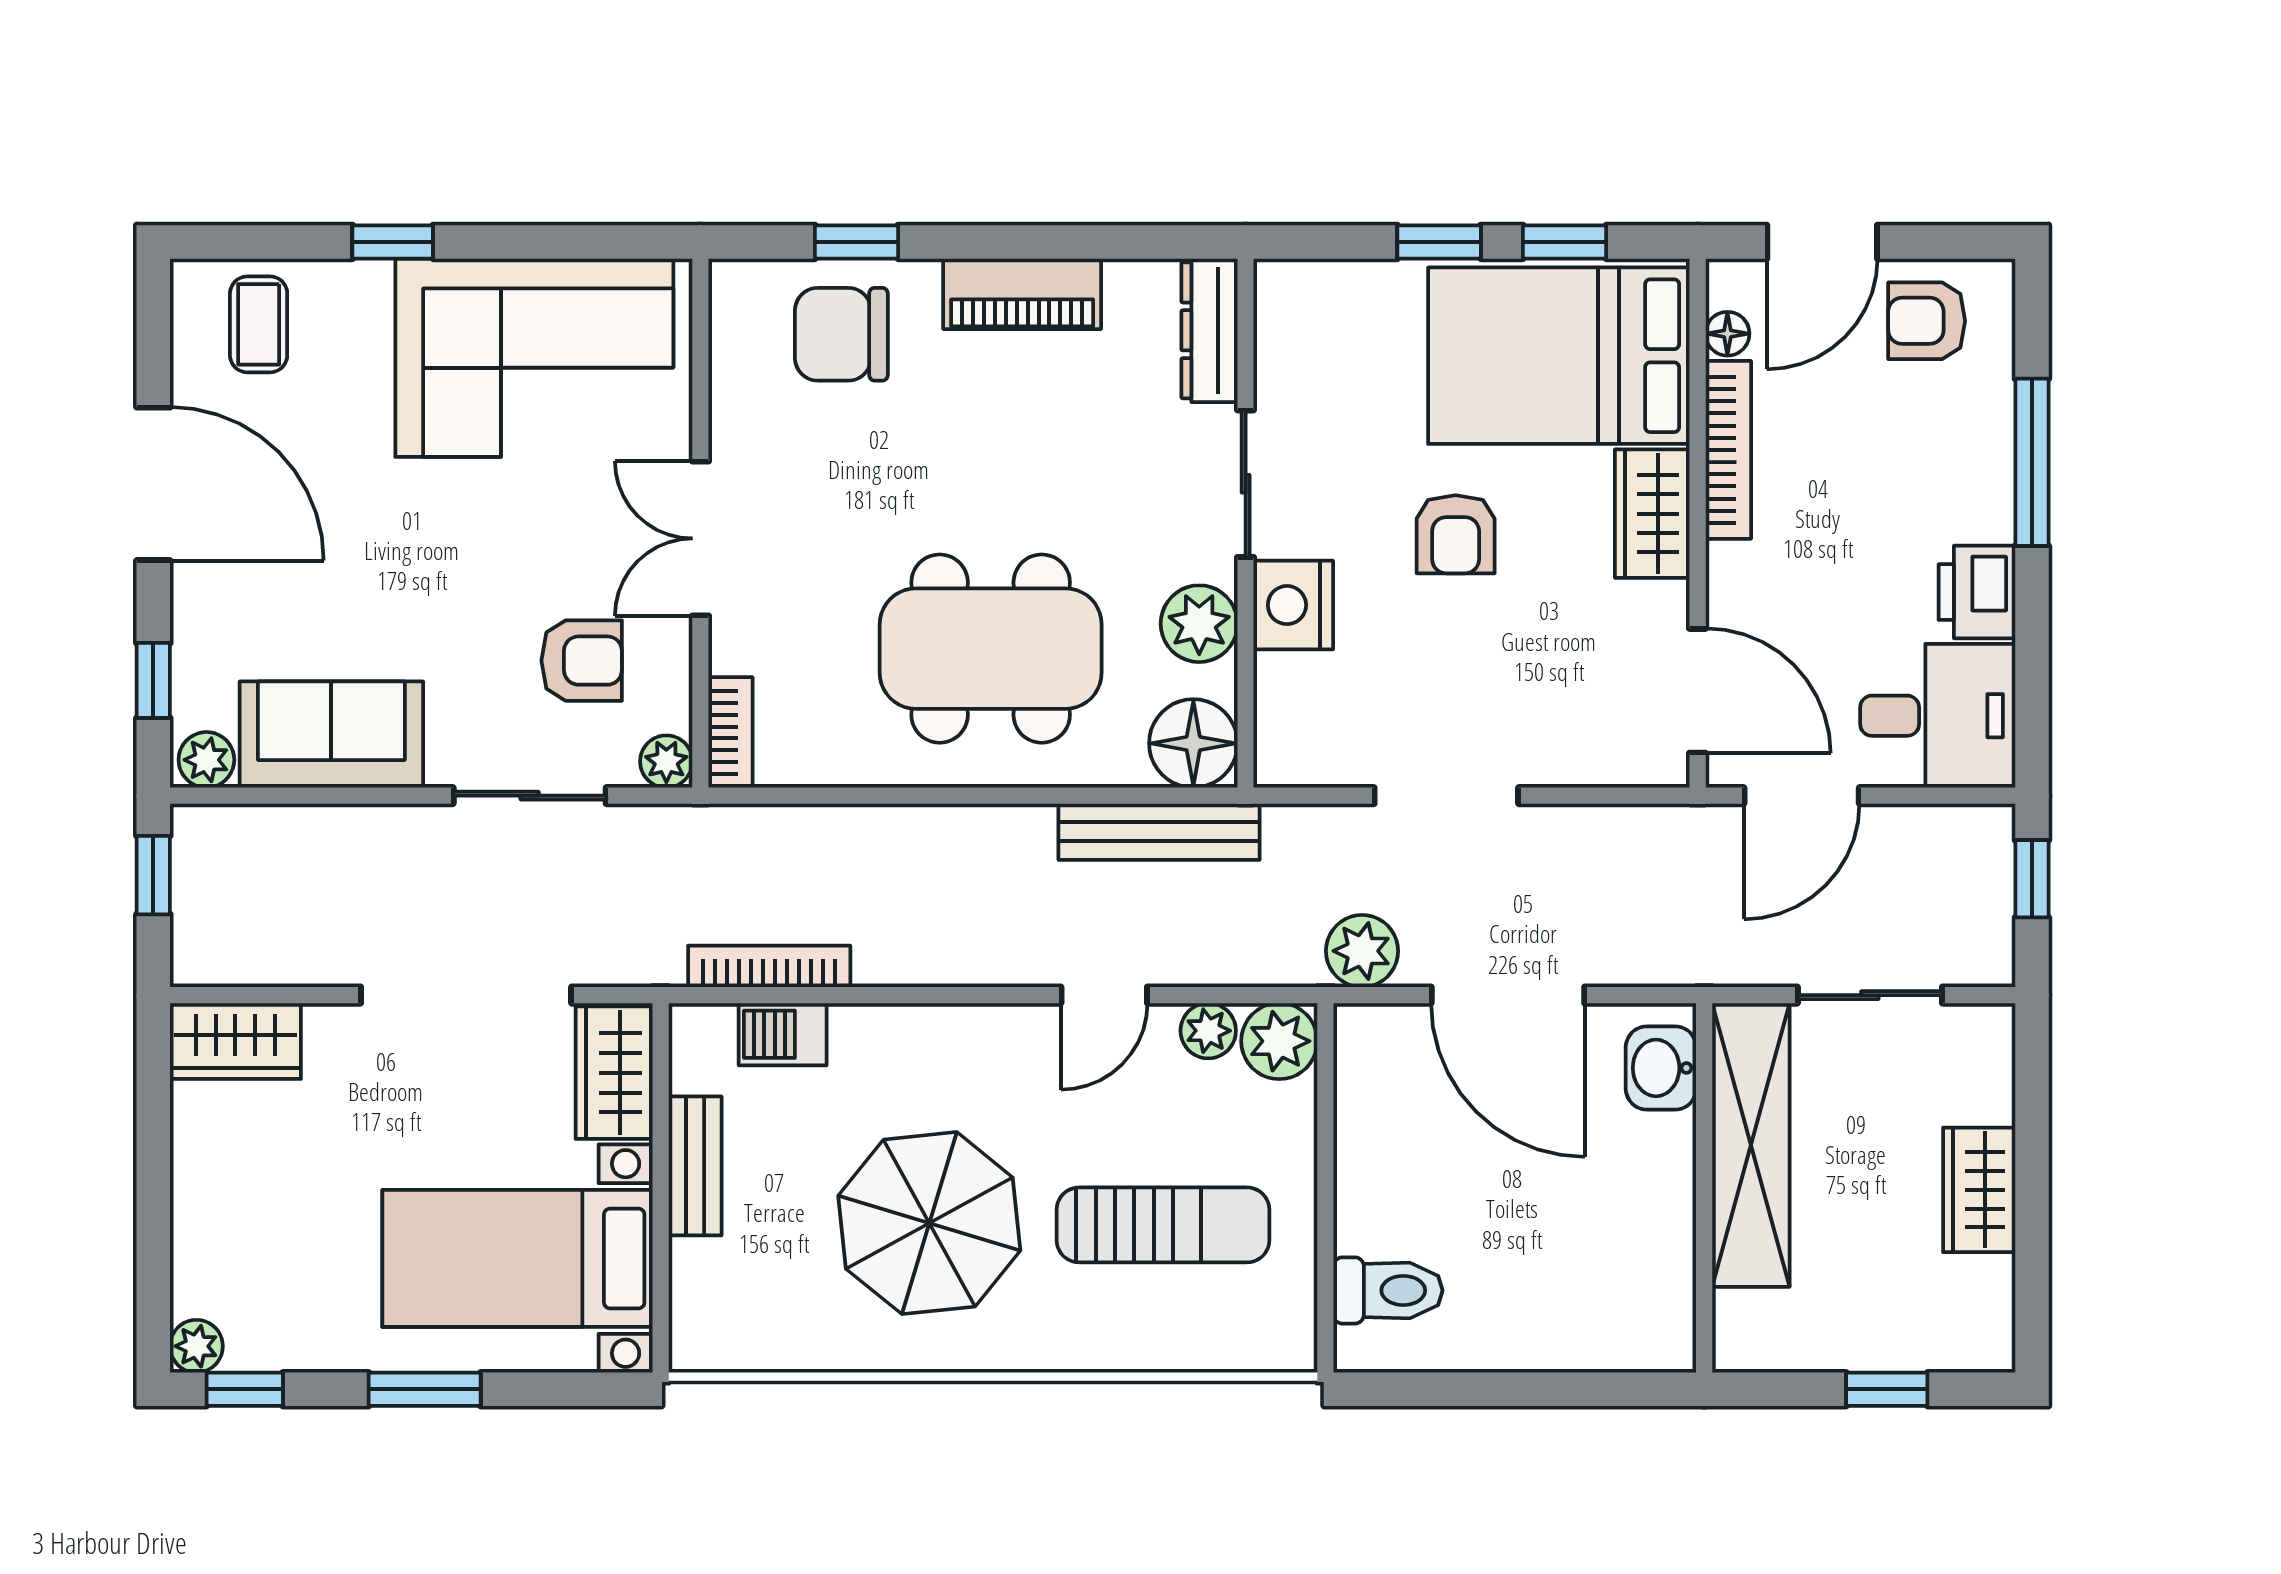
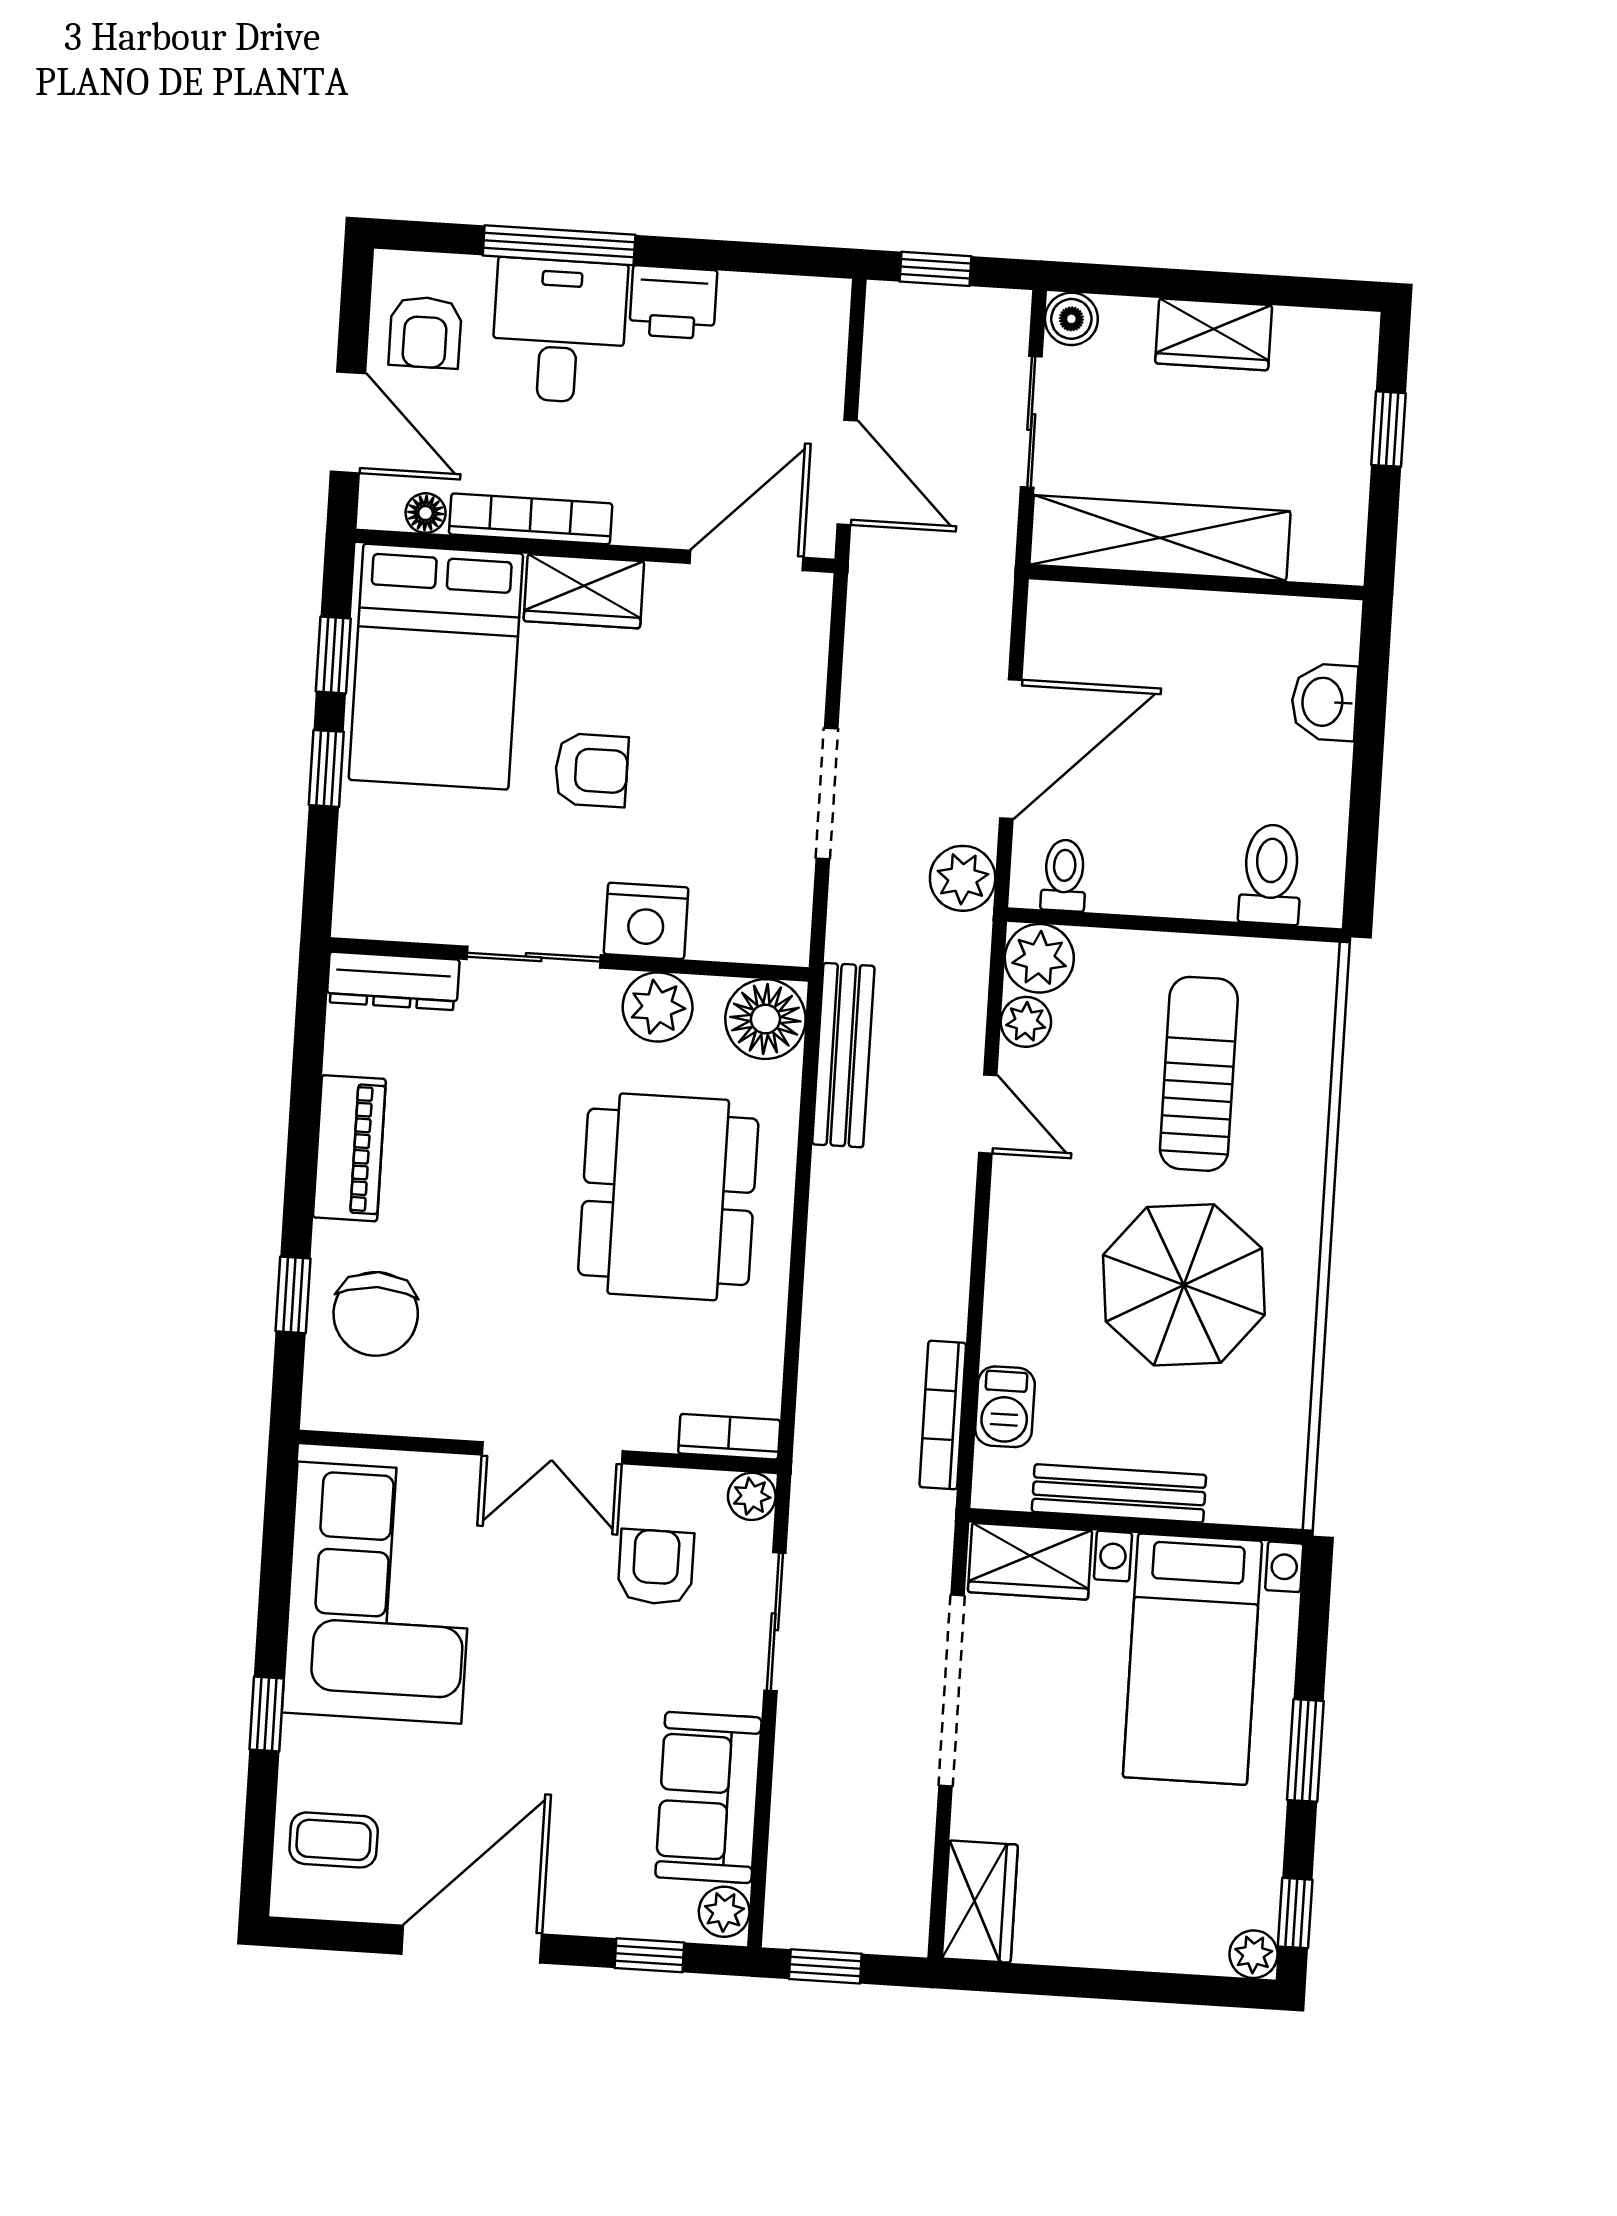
desk: (1938, 716) -> (559, 331), moved
boiler: (1986, 1032) -> (1071, 319), added
toilet: (1372, 1063) -> (1064, 875), added
washbasin: (1661, 1068) -> (1324, 702), moved, turned 90
bench: (695, 1166) -> (1119, 1493), width x1.36

